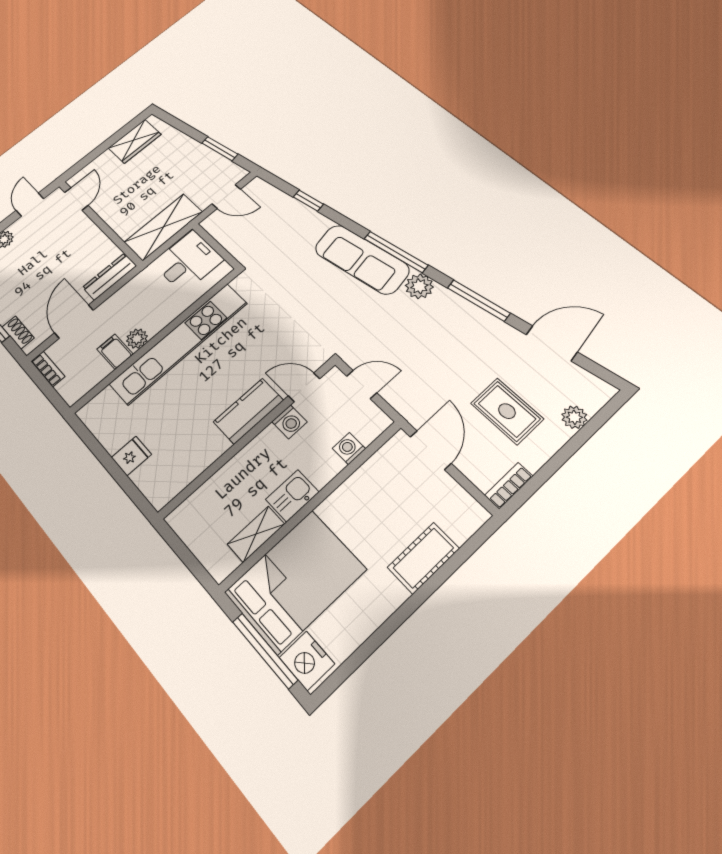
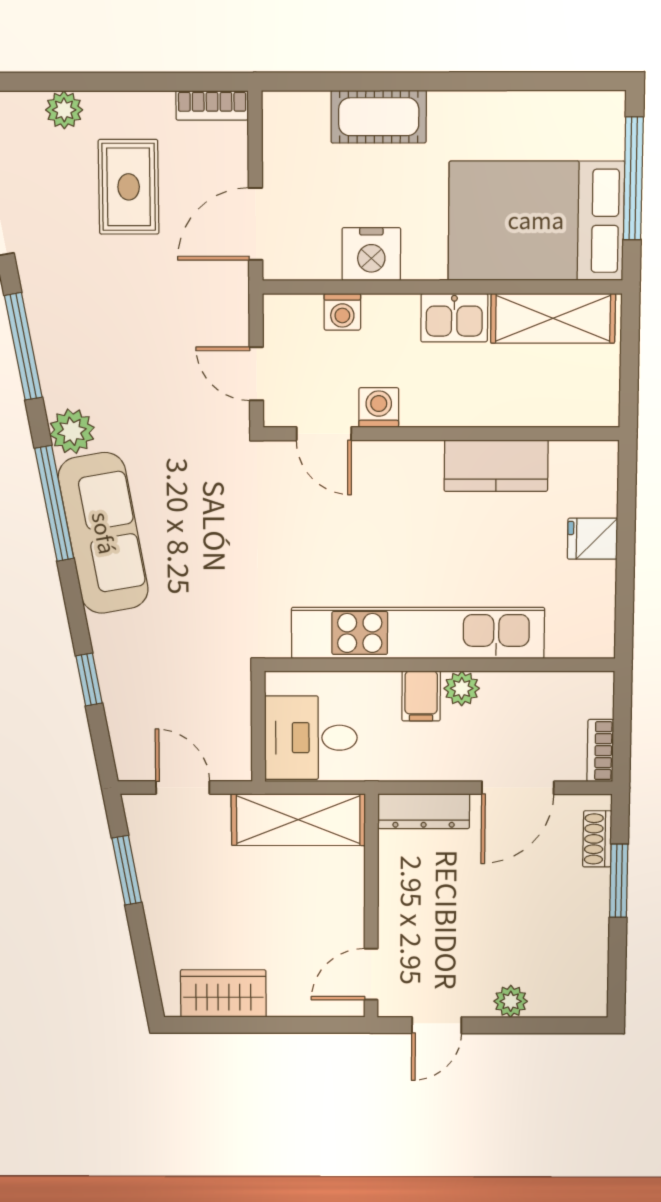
filing cabinet: (115, 352) -> (421, 696), moved
kitchen counter: (248, 411) -> (496, 466), moved
shelving: (256, 534) -> (553, 318), width x1.50, depth x1.33
nightstand: (307, 661) -> (371, 254), moved, turned 90

